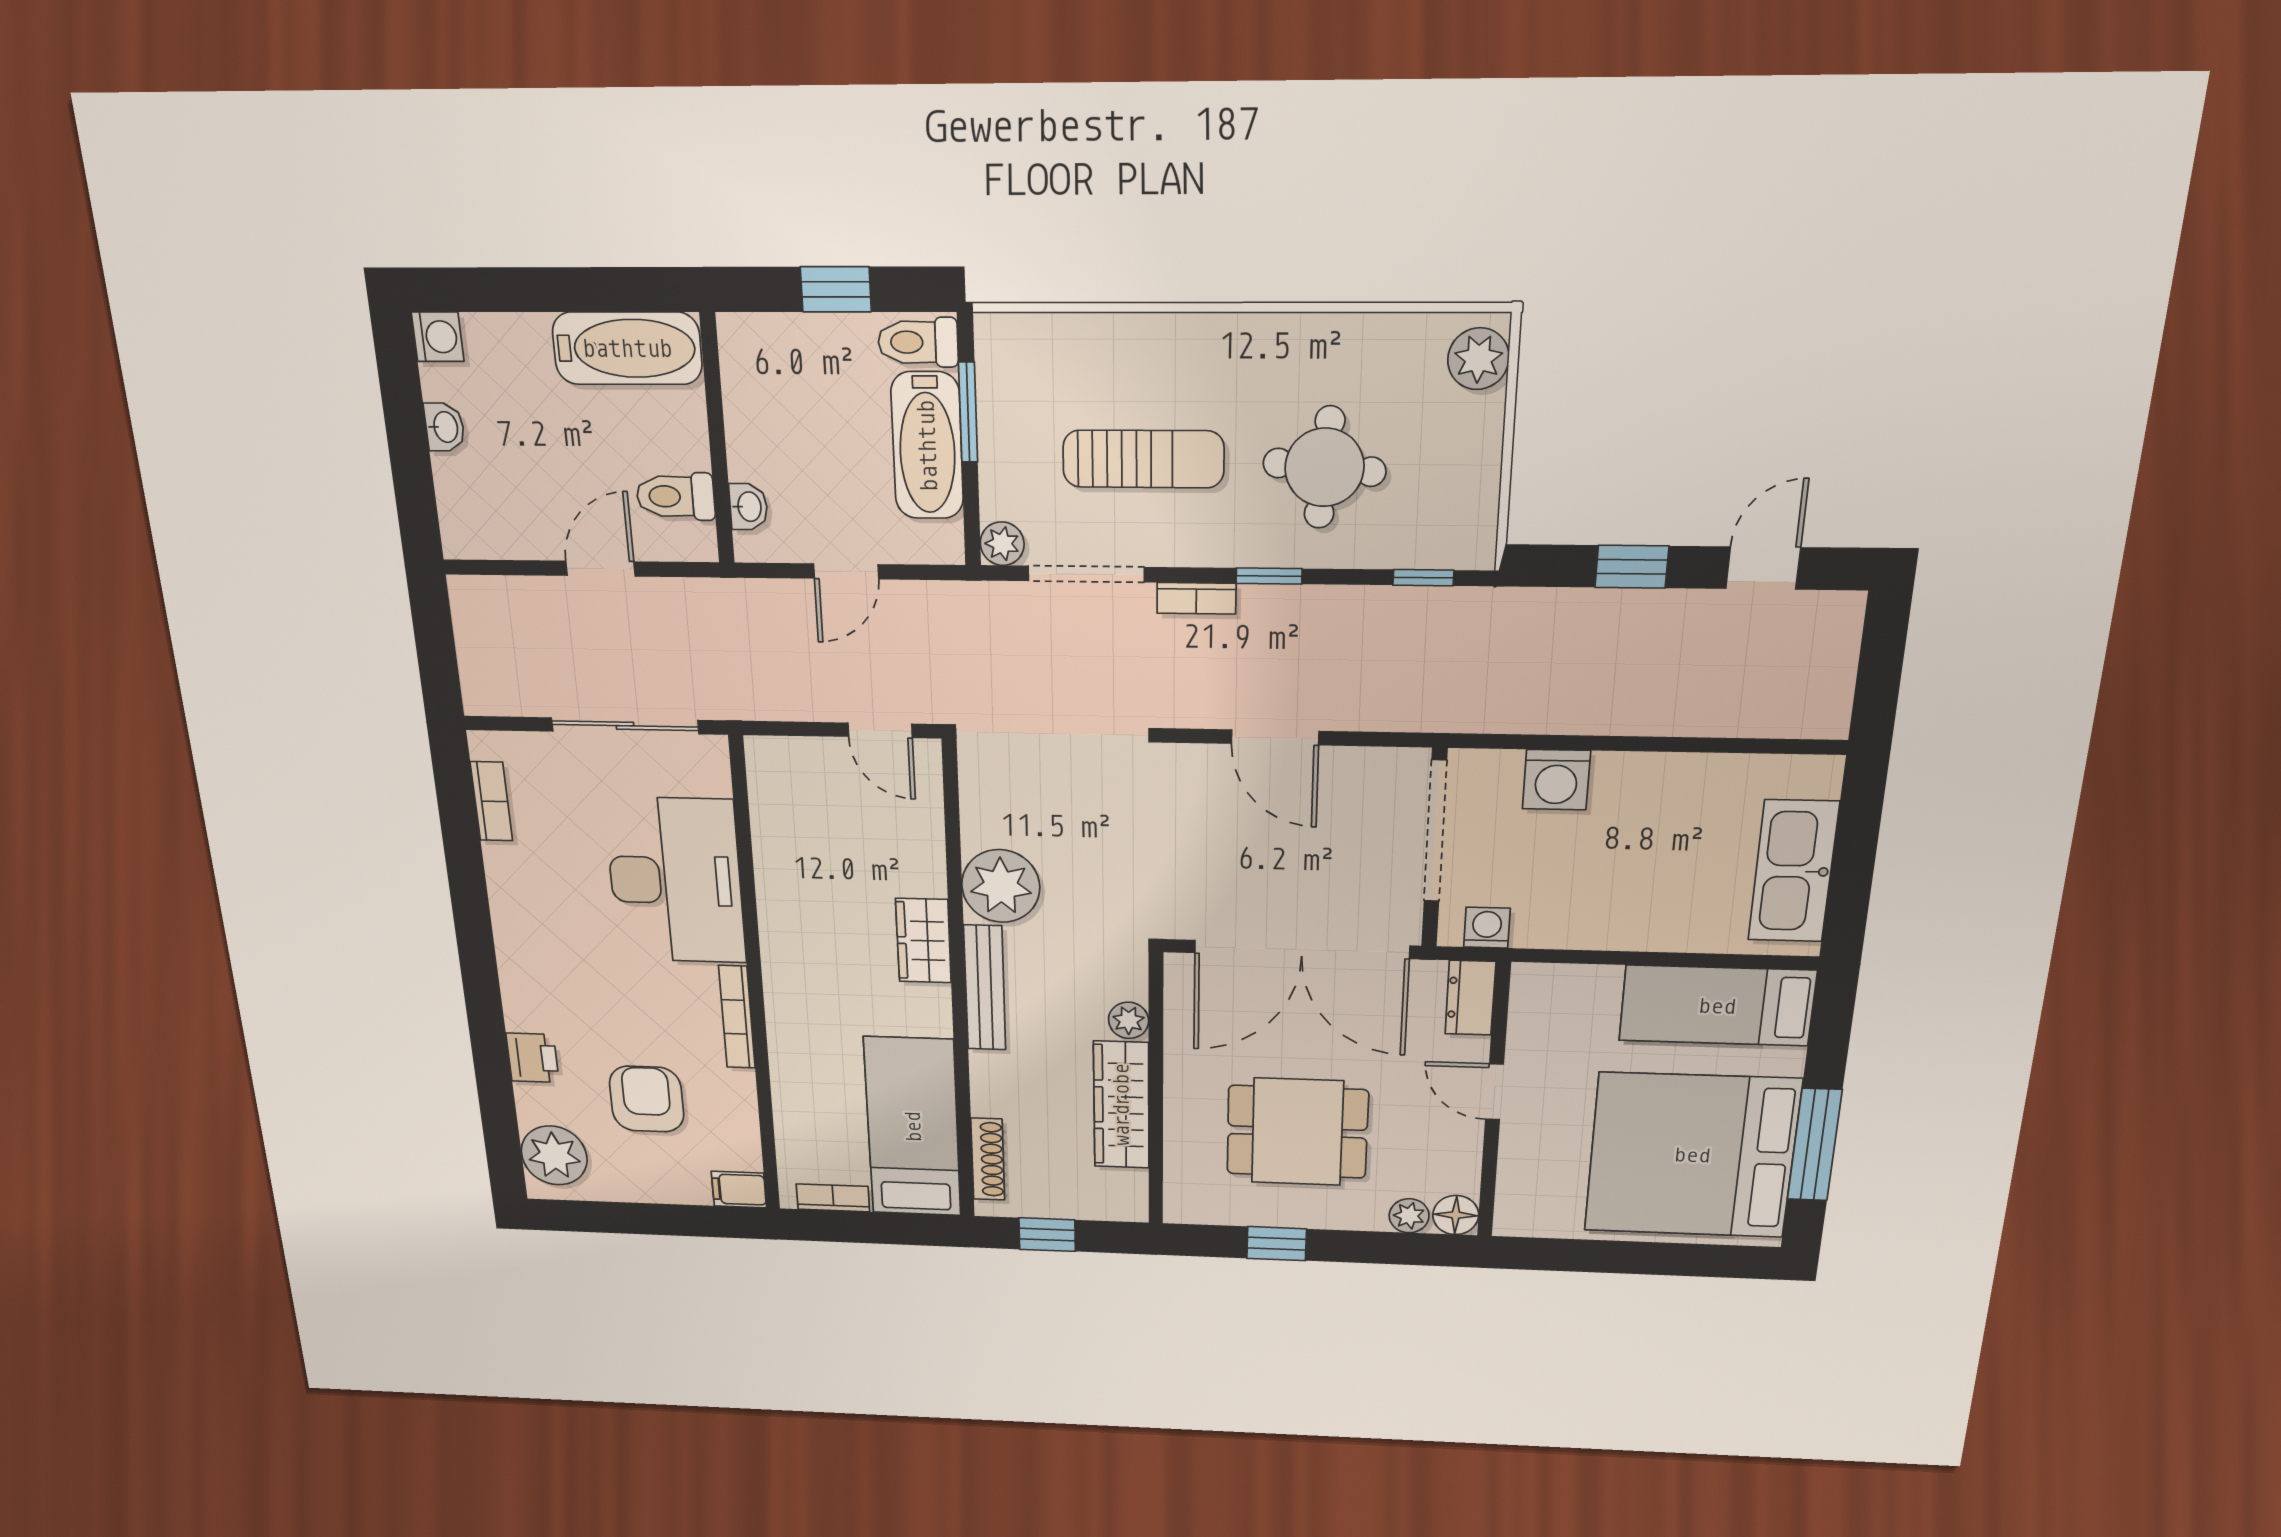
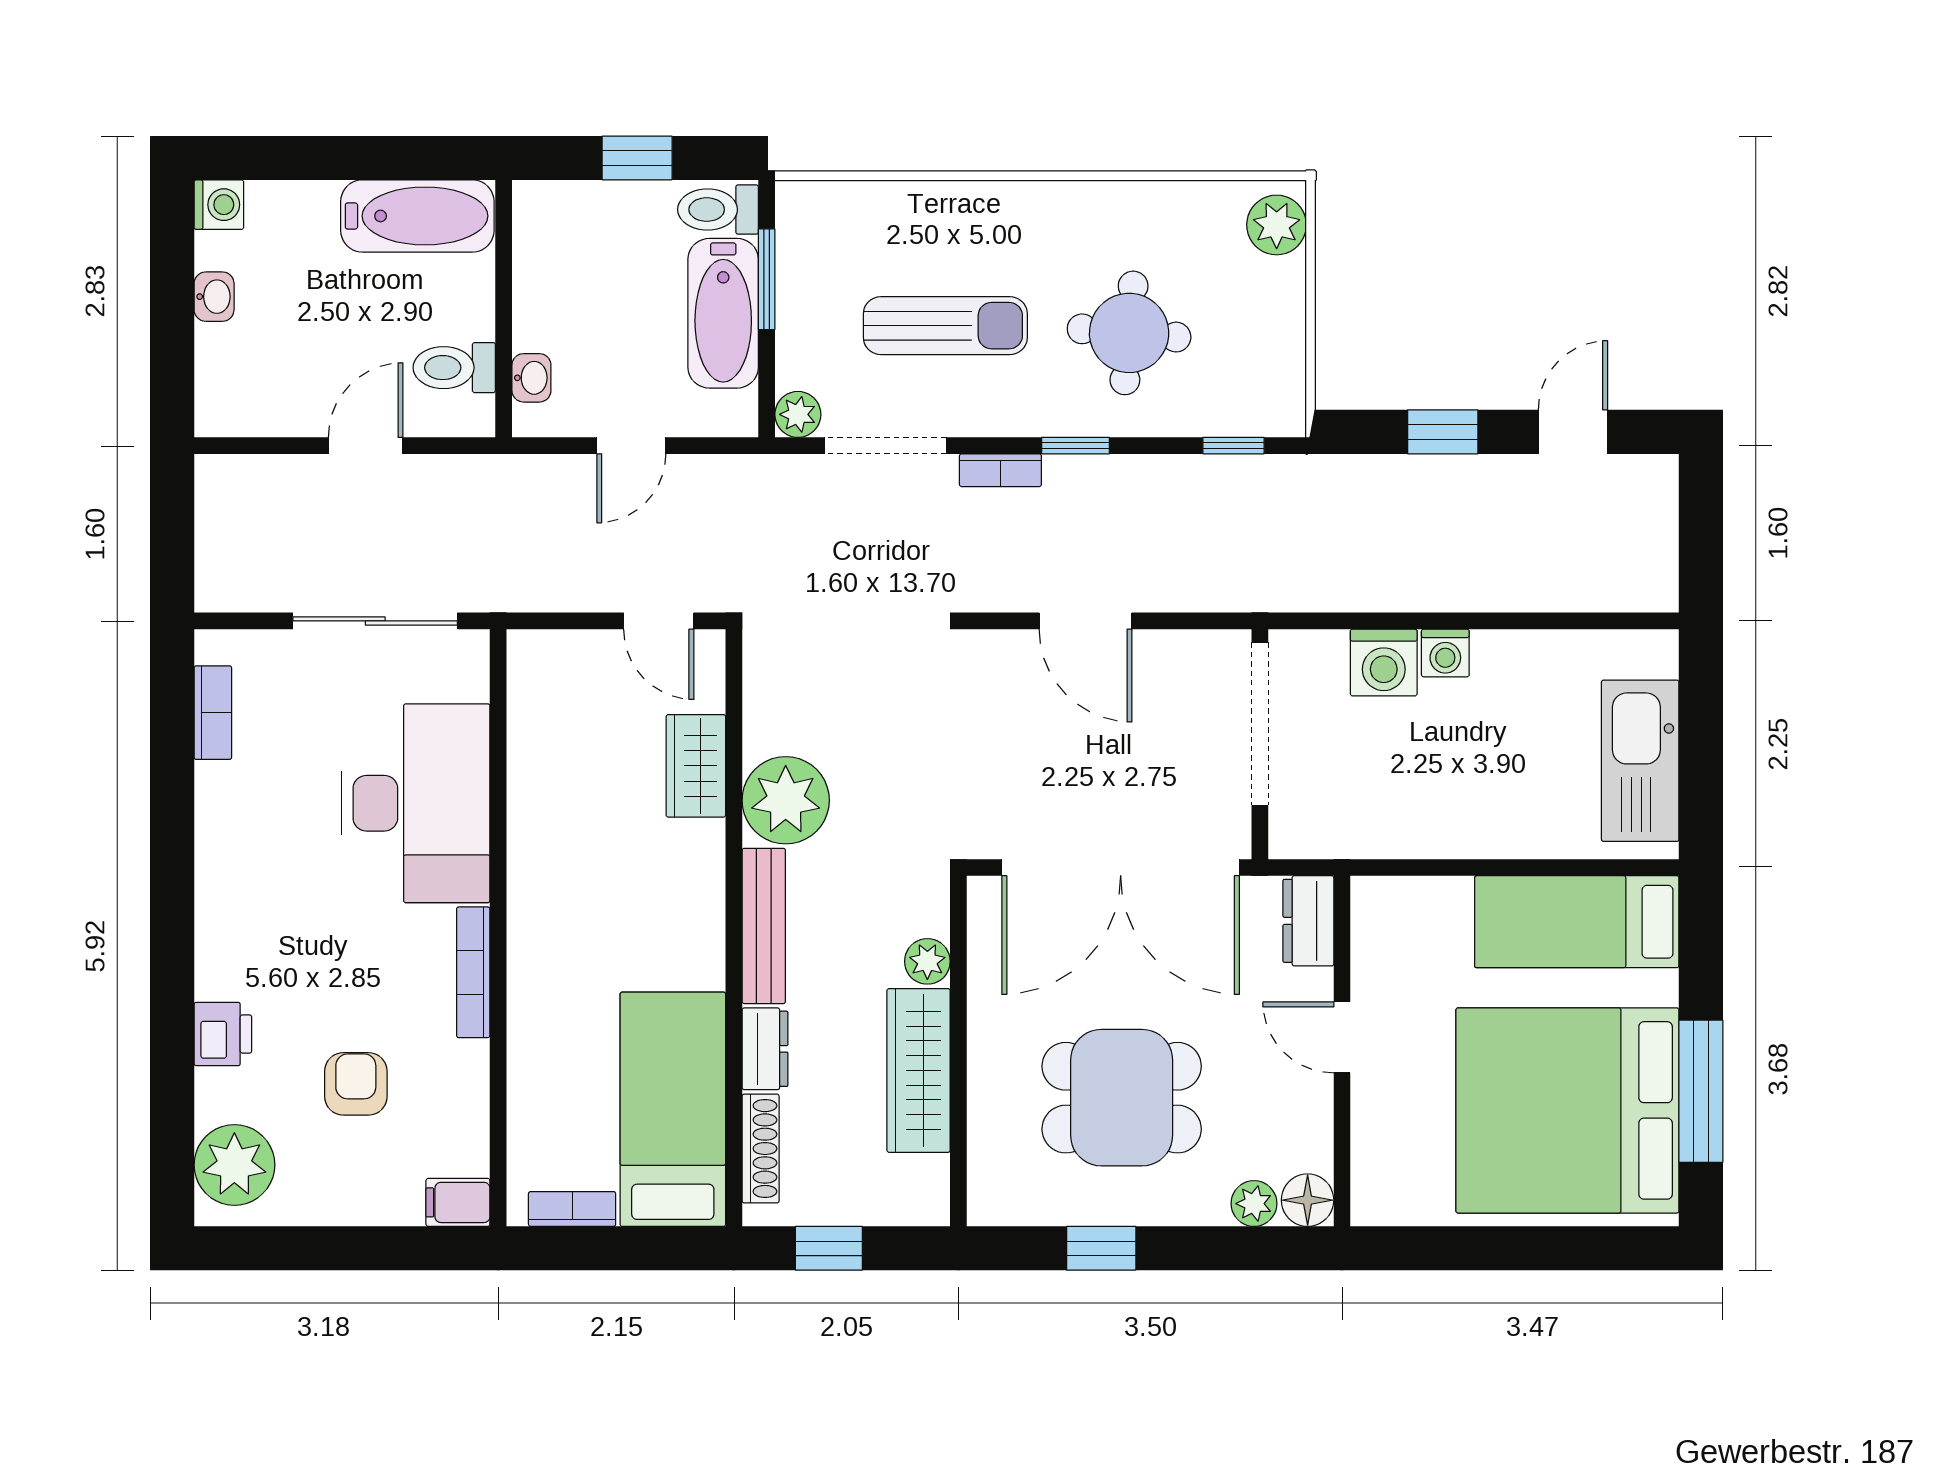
washing machine: (1487, 928) -> (1445, 653), moved, turned 180
wardrobe: (923, 941) -> (696, 766), moved
dresser: (989, 1084) -> (765, 1049), added
armchair: (647, 1099) -> (356, 1084), width x0.72, depth x0.72

